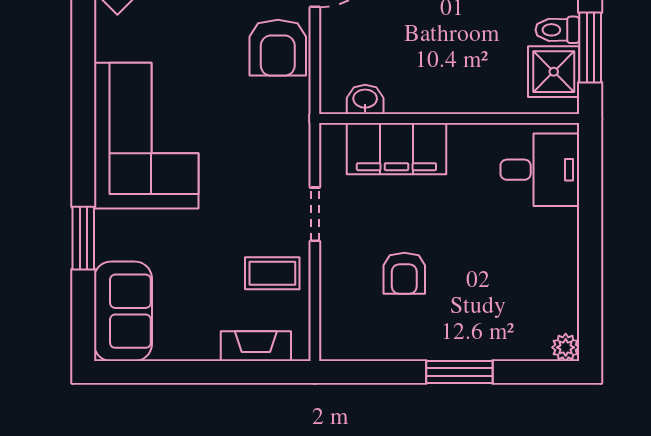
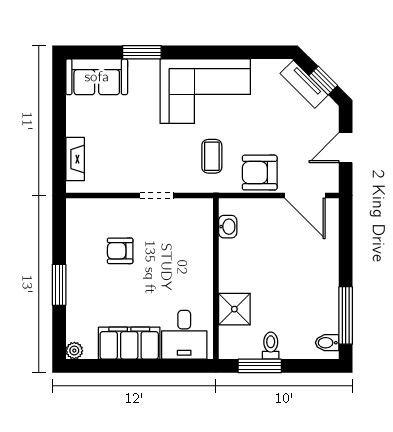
shower: (554, 72) -> (234, 309), moved
filing cabinet: (396, 149) -> (129, 343), moved, turned 90
coffee table: (272, 273) -> (212, 156), moved

